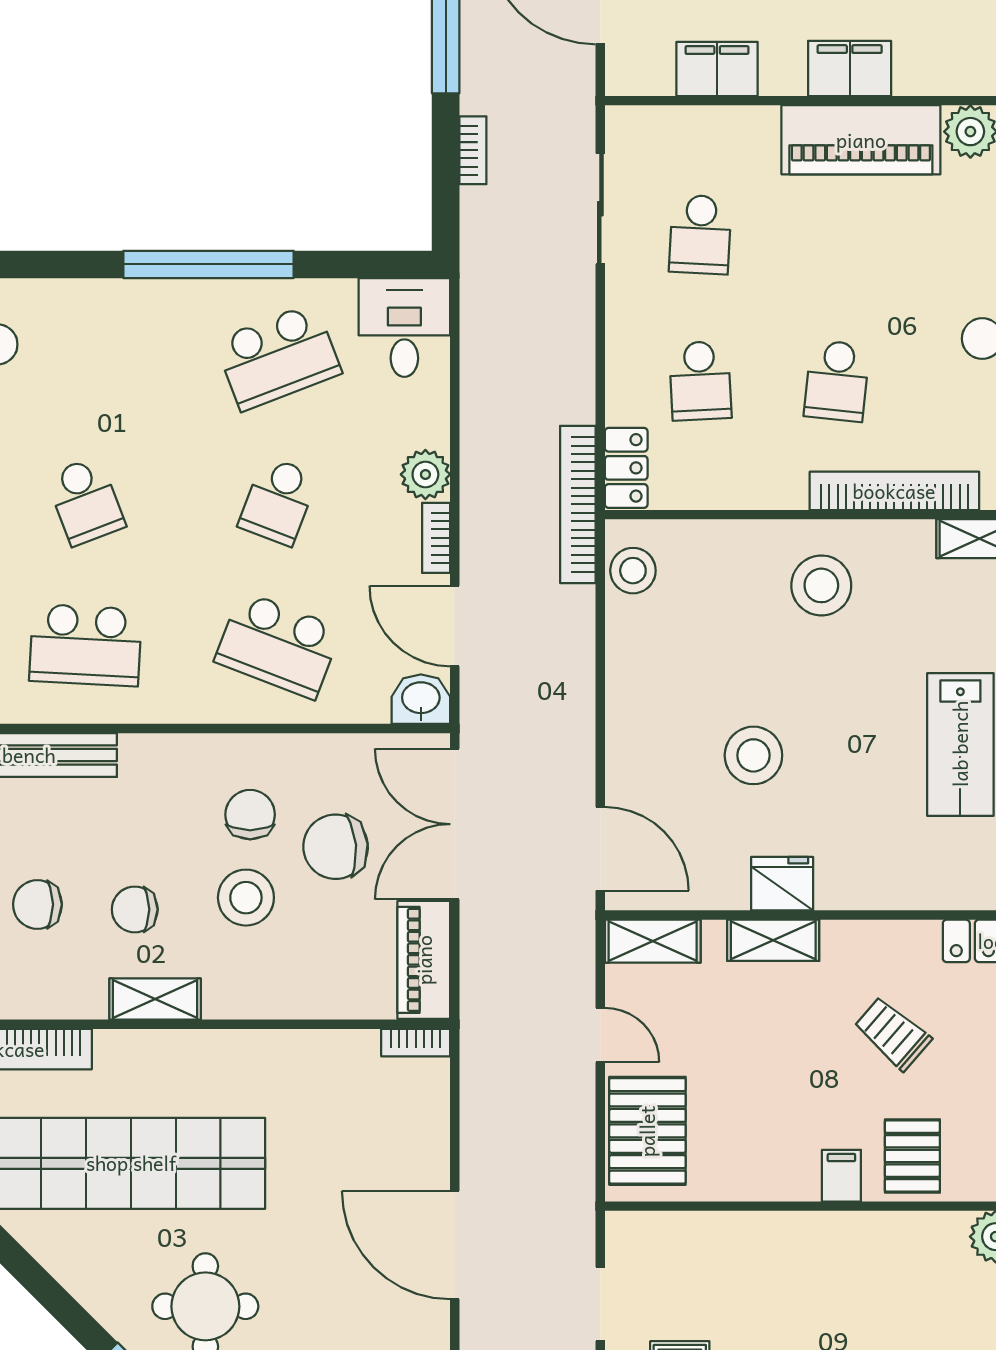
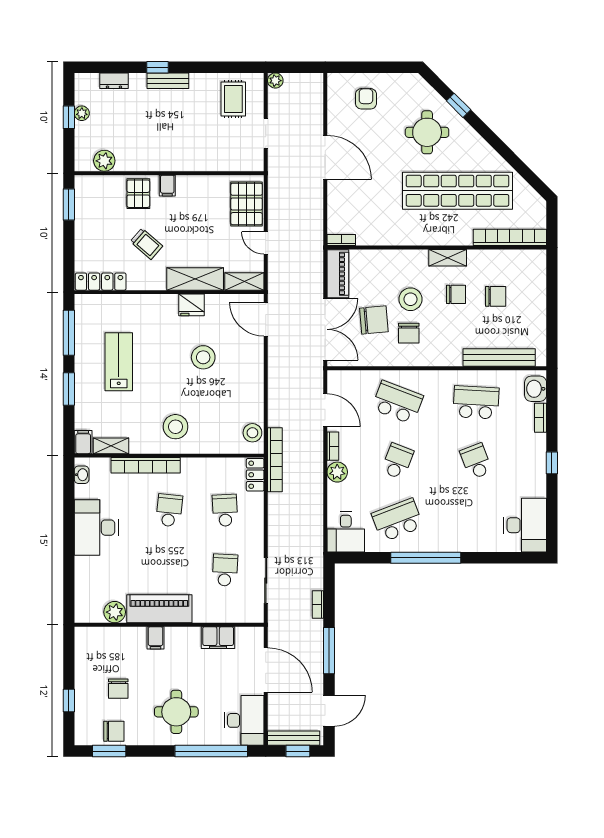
filing cabinet: (850, 68) -> (156, 638), width x0.50
washbasin: (421, 699) -> (339, 380), removed
shelving: (773, 940) -> (195, 279), width x1.50, depth x1.33

